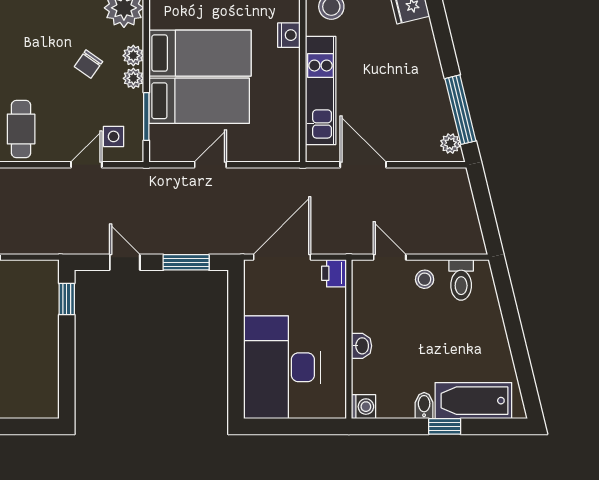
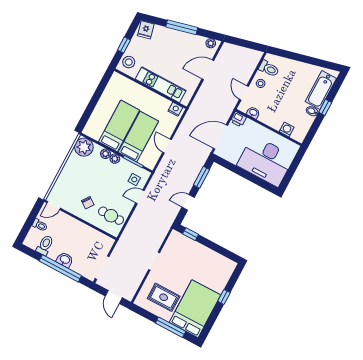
nightstand: (289, 35) -> (175, 109), moved
chair: (88, 64) -> (88, 203), moved
window: (460, 110) -> (182, 27), moved
door: (86, 165) -> (140, 197), hinge flipped
door: (363, 165) -> (208, 70), moved
door: (282, 257) -> (220, 137), hinge flipped
door: (390, 257) -> (244, 93), hinge flipped
washbasin: (362, 346) -> (253, 113), moved
washing machine: (363, 407) -> (287, 129), moved

